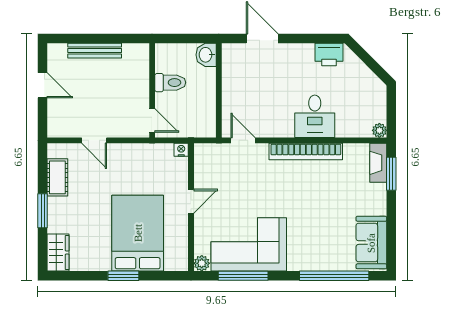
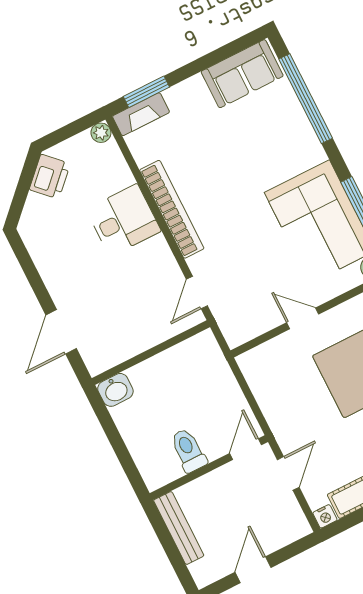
printer: (329, 55) -> (50, 177), moved, turned 45
toilet: (170, 83) -> (188, 450), moved
wall: (152, 90) -> (209, 468), moved
door: (152, 120) -> (246, 449), moved
nightstand: (181, 150) -> (325, 516), moved, turned -90

